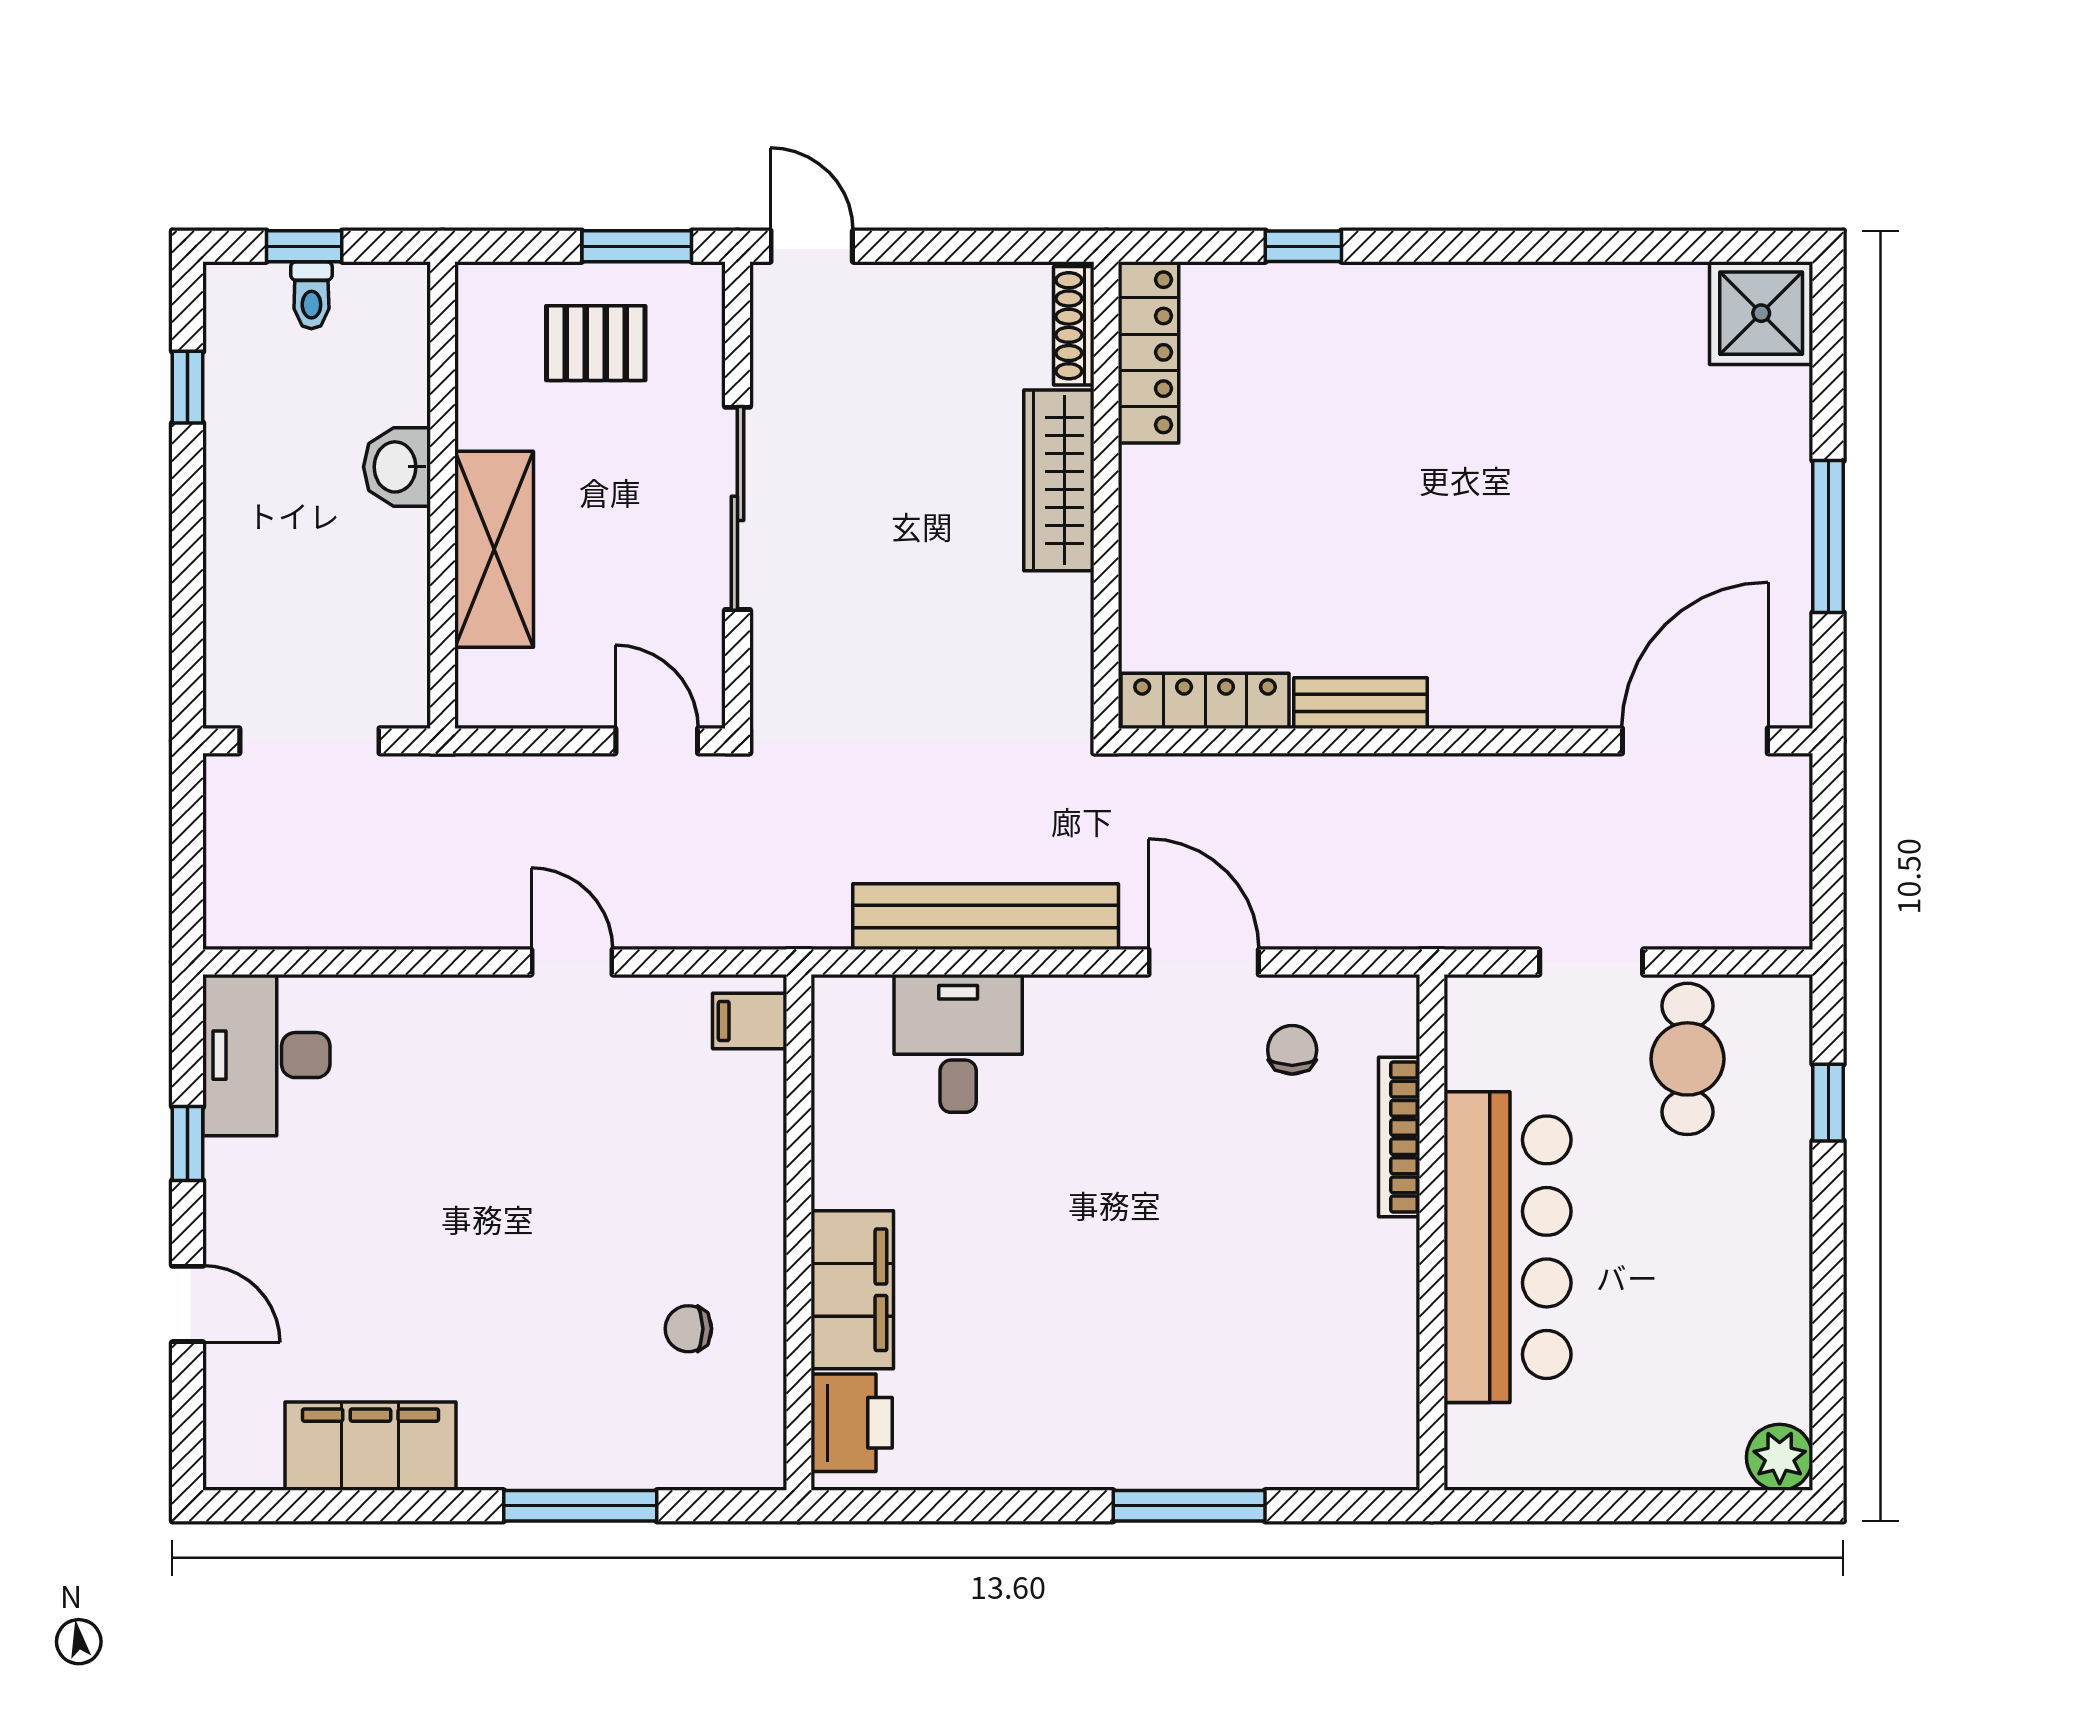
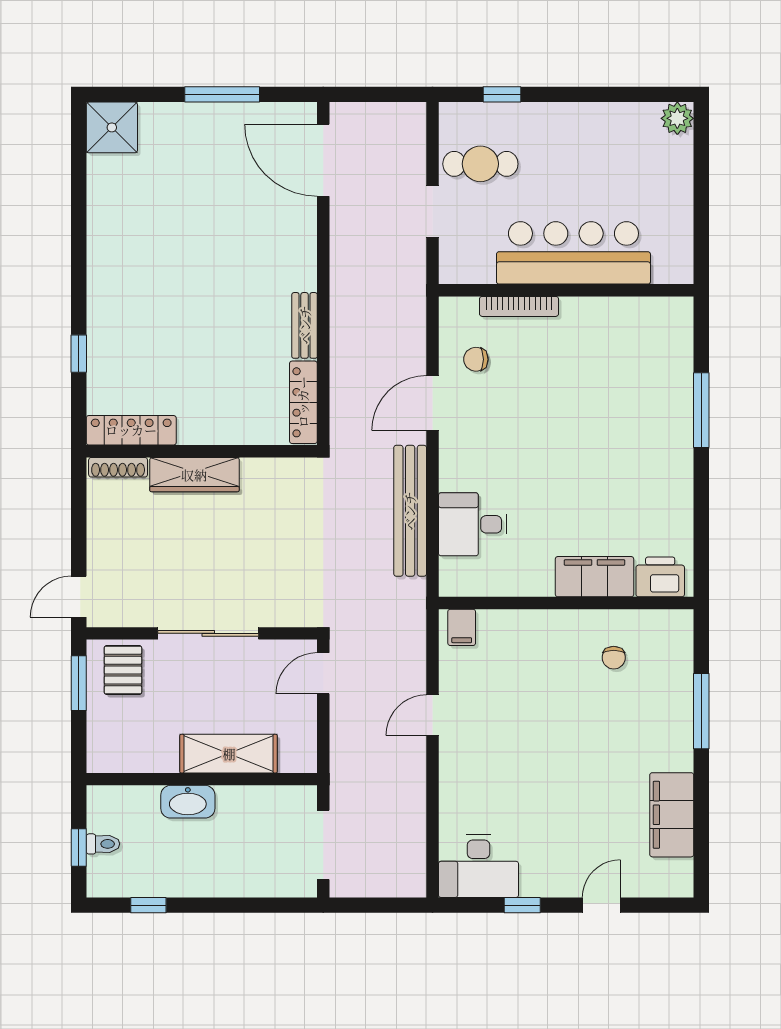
pallet: (596, 343) -> (123, 670), moved
washbasin: (397, 467) -> (188, 802), width x1.38

